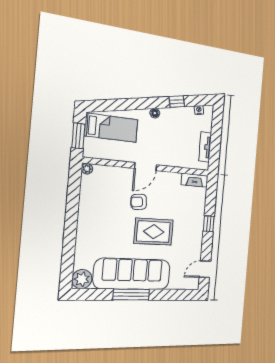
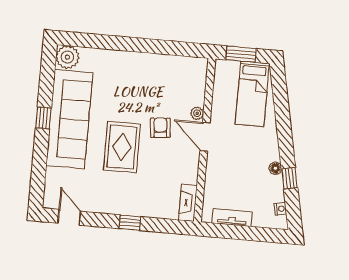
floor lamp: (155, 113) -> (275, 168), moved
plant: (87, 169) -> (197, 113), moved
window: (131, 295) -> (43, 118), width x0.46

